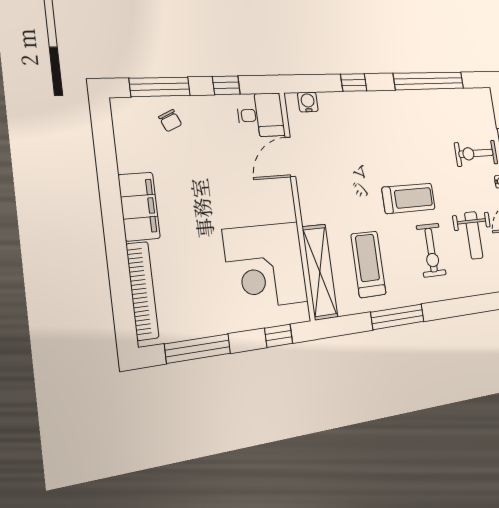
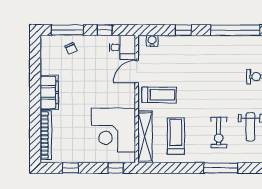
treadmill: (409, 198) -> (159, 95), moved
window: (398, 317) -> (221, 168), moved
window: (198, 349) -> (71, 168), width x0.46

